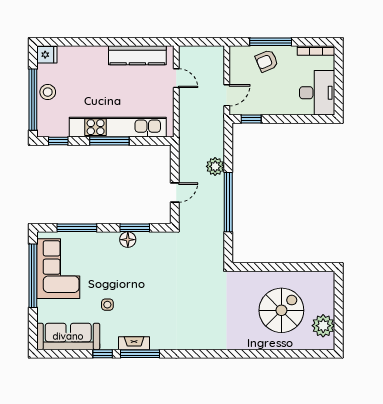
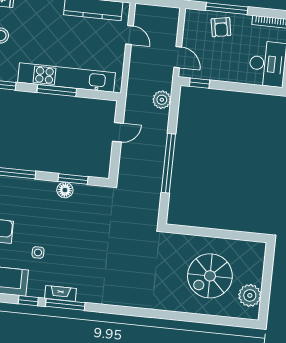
armchair: (267, 61) -> (221, 27), turned -77
door: (227, 95) -> (178, 57), hinge flipped
plant: (215, 166) -> (162, 100), moved
door: (175, 193) -> (118, 132), moved
spiral stairs: (281, 310) -> (210, 276), turned 180

